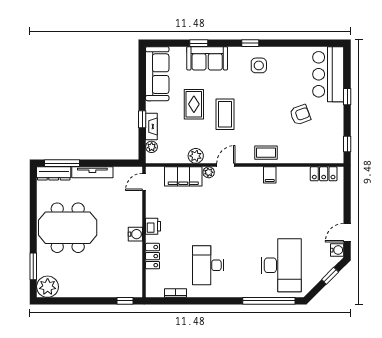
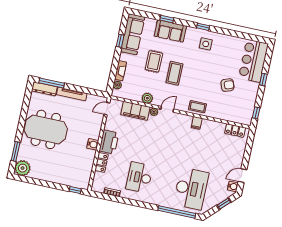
window: (142, 119) -> (120, 41), moved
printer: (153, 226) -> (109, 142), width x1.87, depth x1.48

